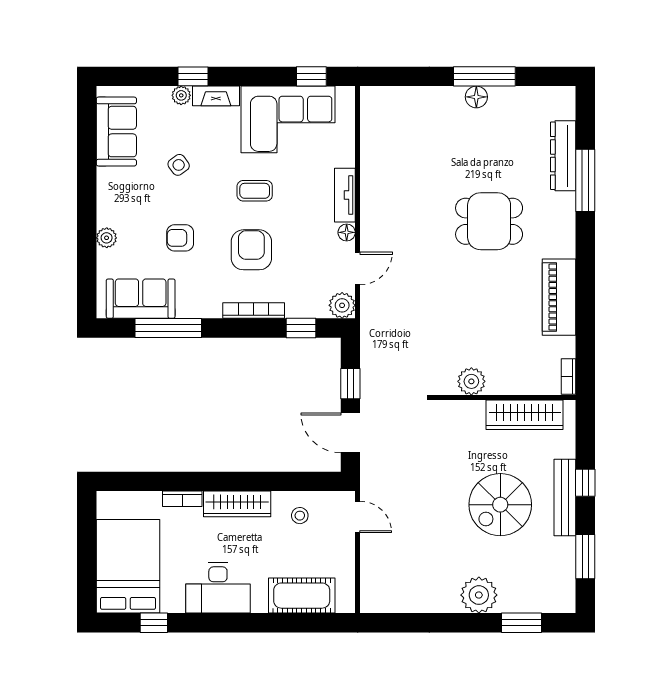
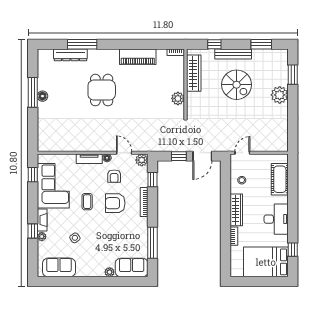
armchair: (180, 238) -> (114, 176), moved
sofa: (141, 299) -> (132, 268), moved, turned 90
window: (585, 483) -> (214, 44), moved

